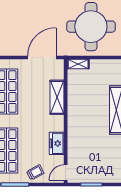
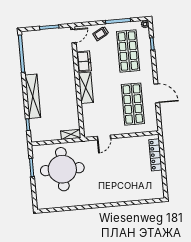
door: (42, 57) -> (104, 137), width x0.53
shelving: (57, 97) -> (86, 88), moved

